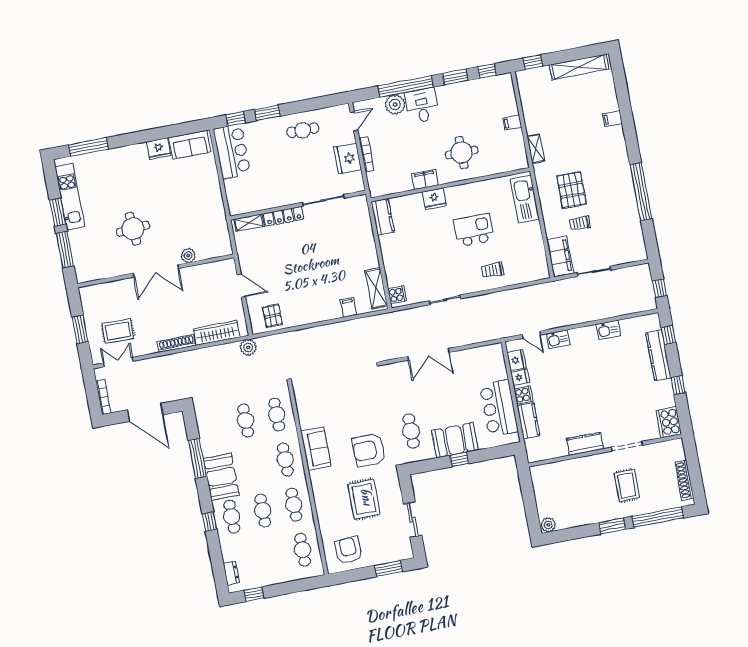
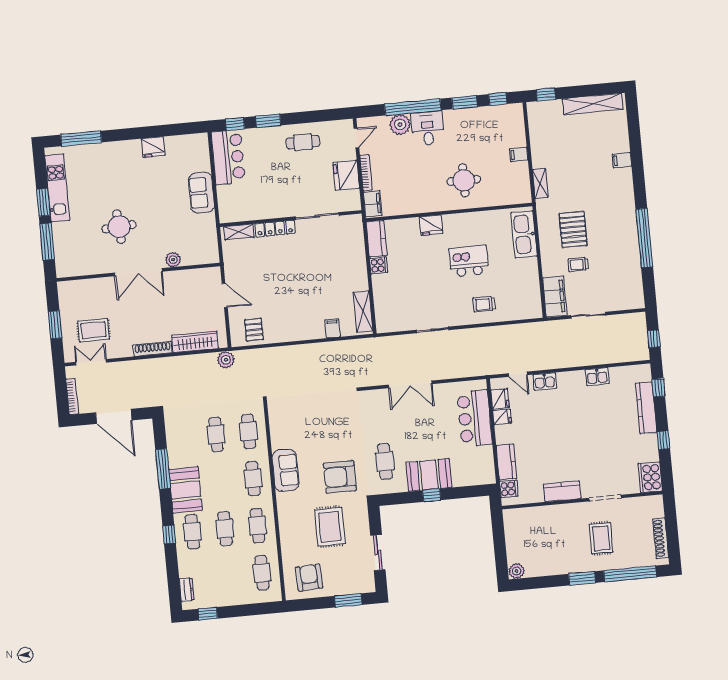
sofa: (190, 145) -> (201, 193), moved, turned 90
filing cabinet: (425, 180) -> (373, 204), moved, turned 90
cooker: (397, 295) -> (379, 265), moved
cooker: (523, 395) -> (509, 489), moved
bar counter: (499, 408) -> (475, 418), moved

